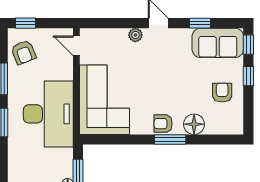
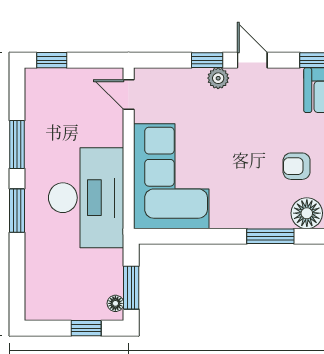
window: (128, 23) -> (207, 60), added
armchair: (23, 52) -> (49, 104), removed
armchair: (163, 124) -> (297, 166), moved

